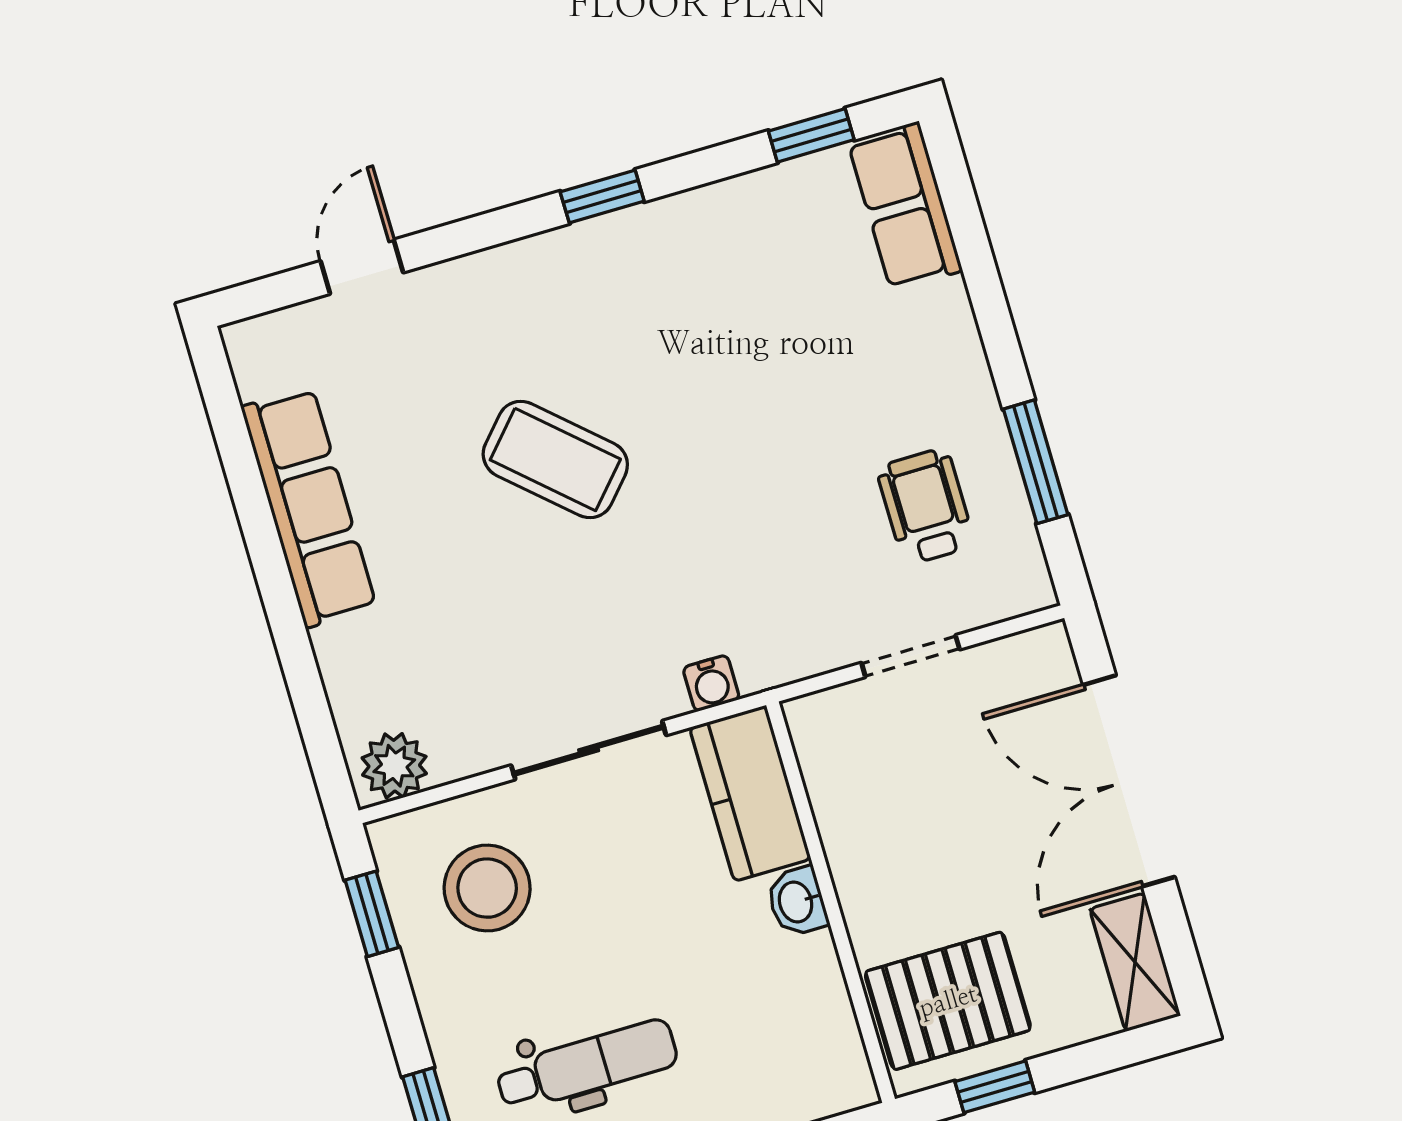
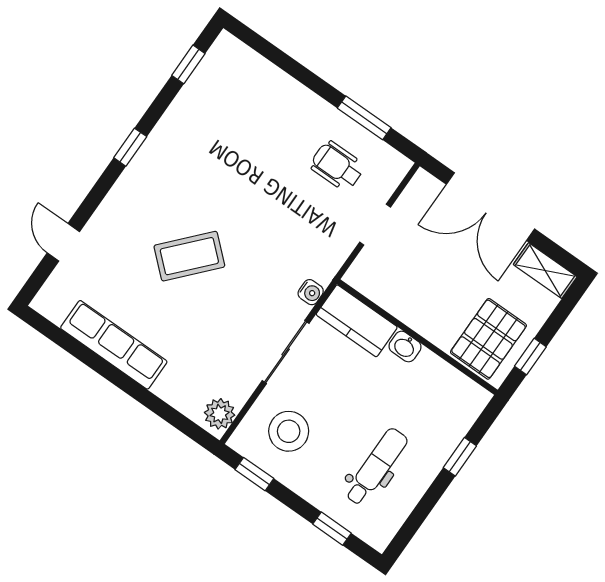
row of seats: (905, 206) -> (243, 63), removed

